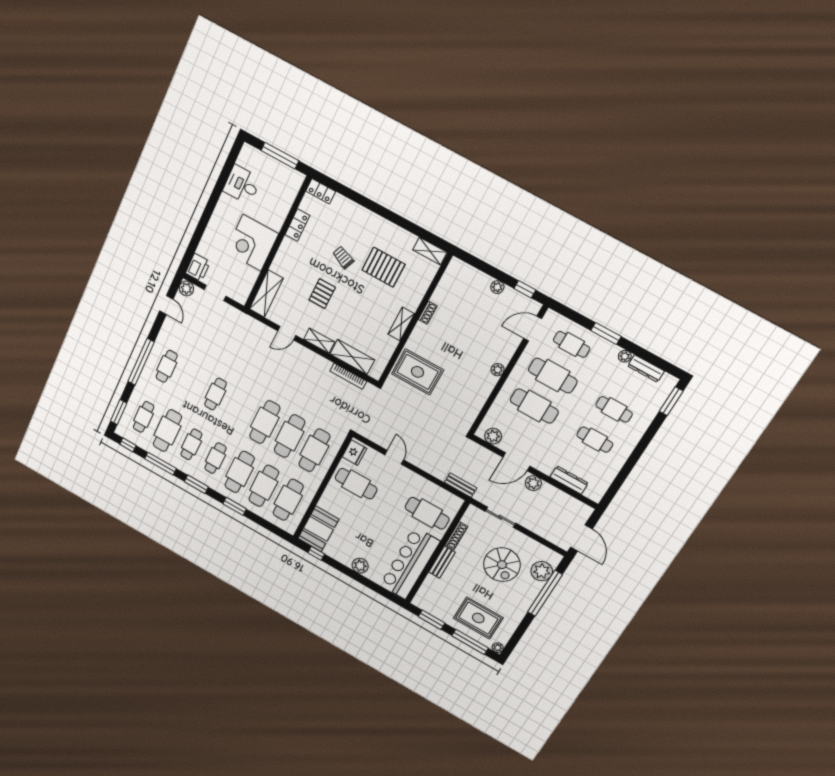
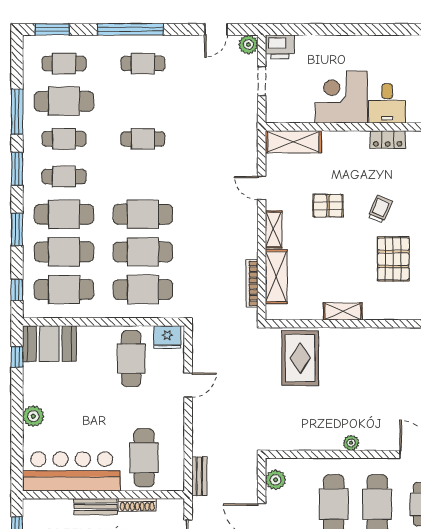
desk: (242, 185) -> (387, 103), moved, turned 180
shoe rack: (428, 313) -> (371, 334), removed
window: (128, 445) -> (17, 290), moved

